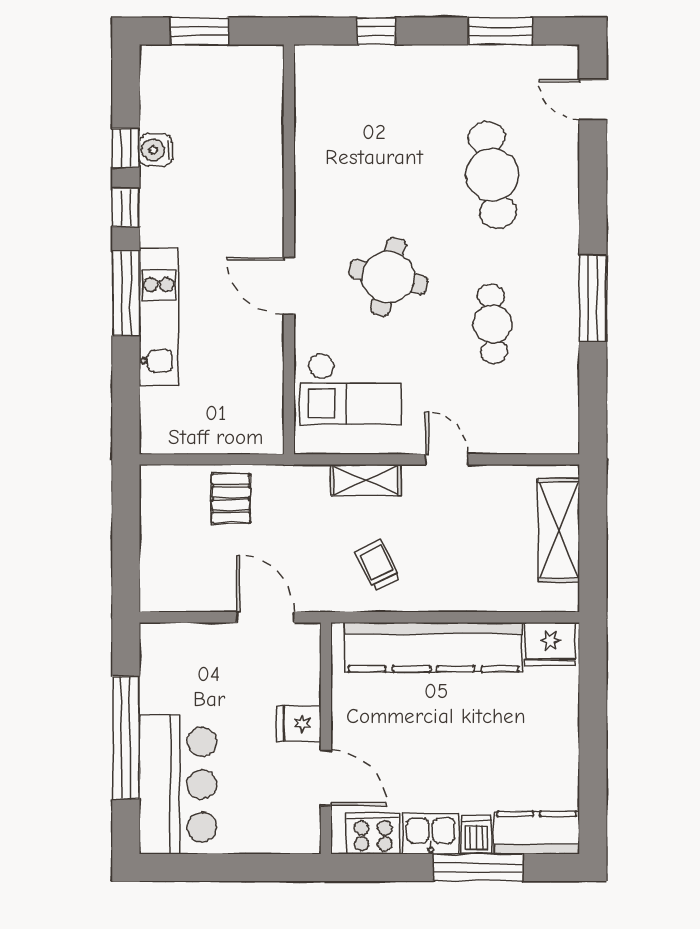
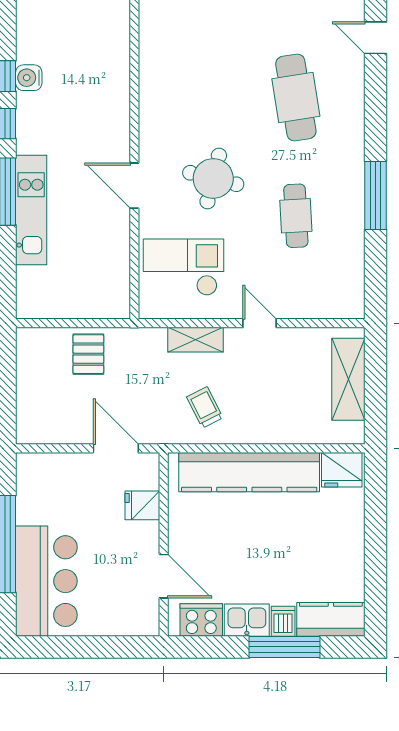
checkout: (351, 389) -> (184, 267), turned 180
fridge: (299, 723) -> (142, 505), moved

